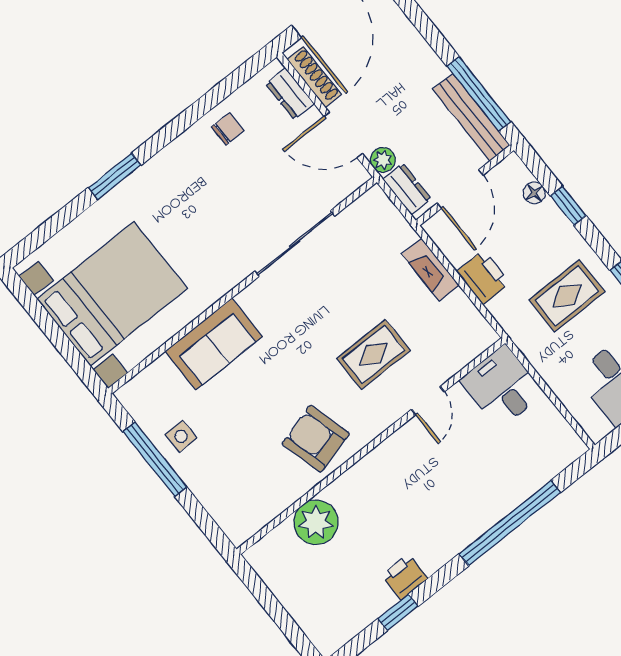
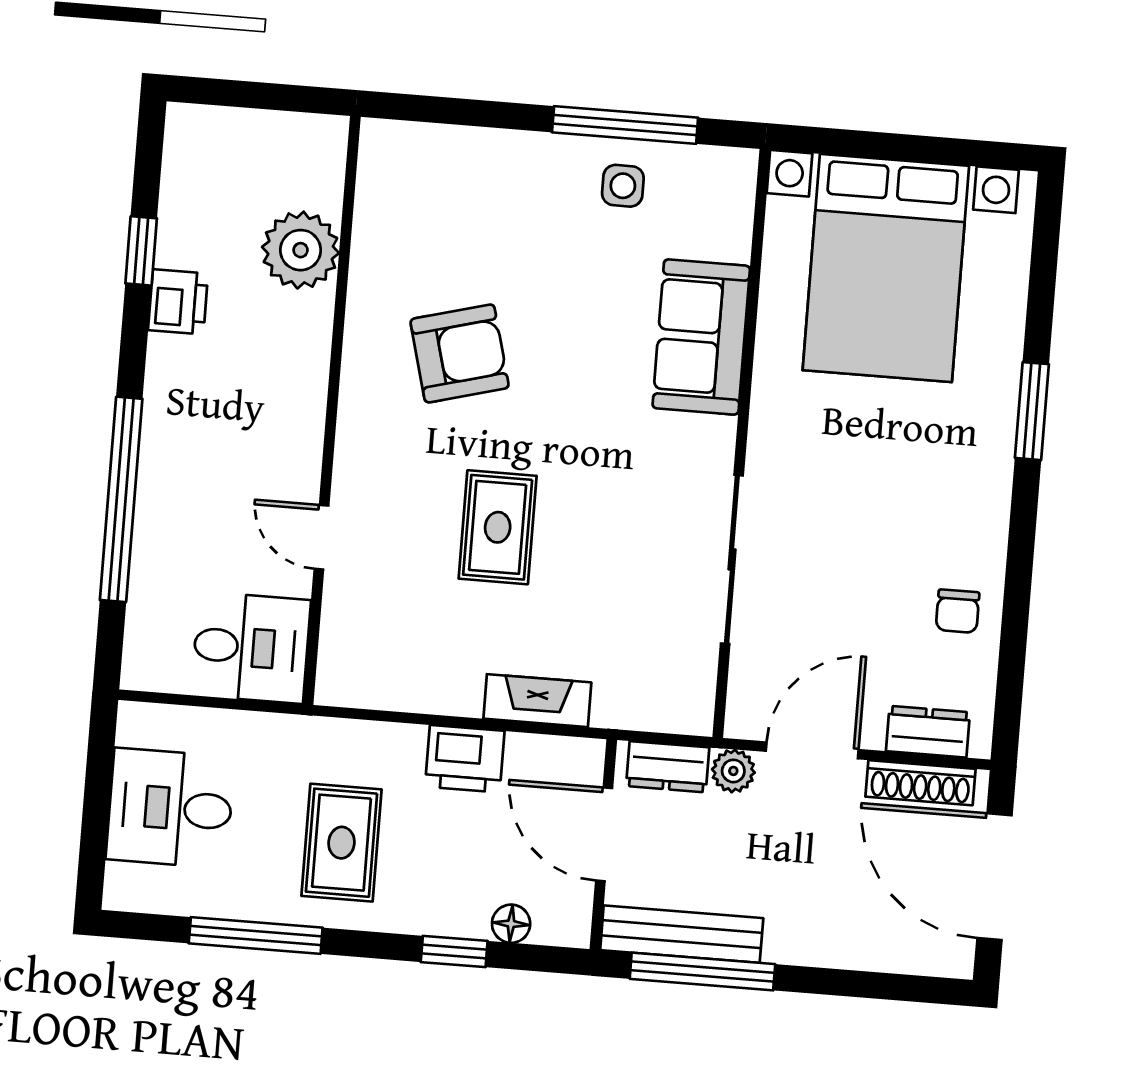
desk: (502, 387) -> (251, 648), moved
door: (428, 401) -> (322, 537), moved
wall: (371, 446) -> (332, 411), moved
plant: (316, 522) -> (301, 250), moved

